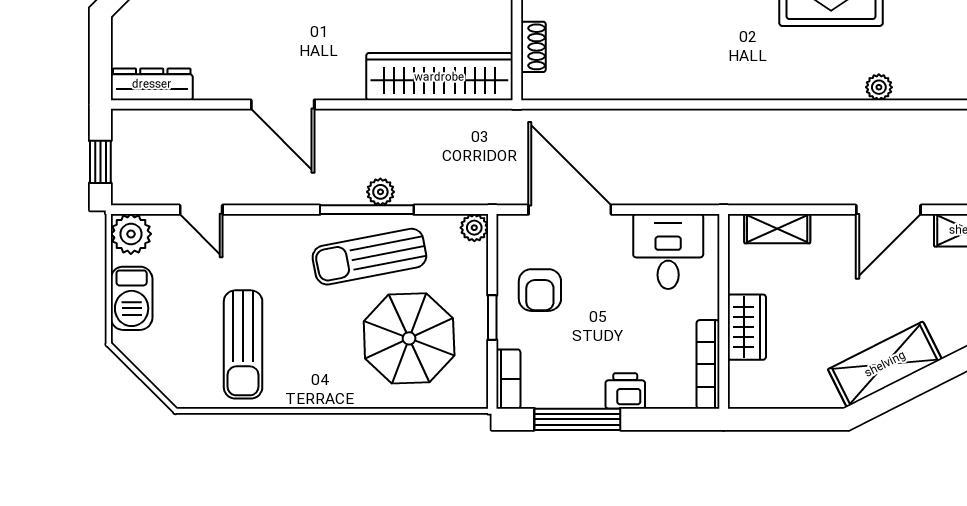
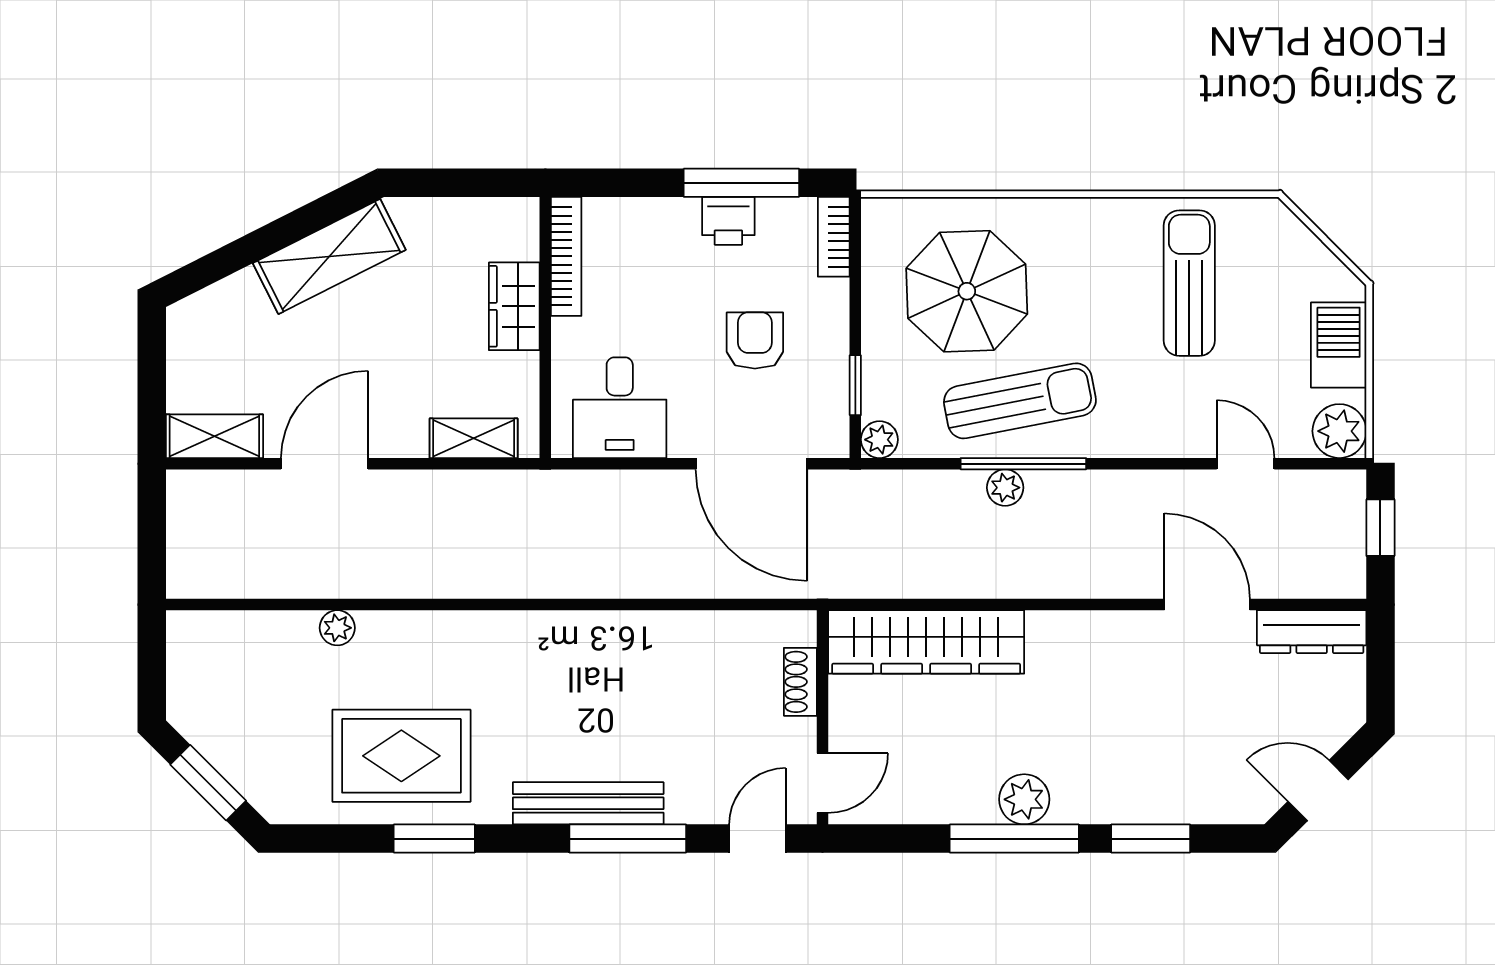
door: (283, 105) -> (1207, 605), moved
armchair: (540, 290) -> (755, 340), moved
window: (492, 318) -> (855, 385), moved
printer: (625, 391) -> (728, 221), moved

